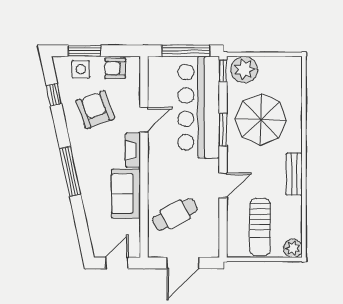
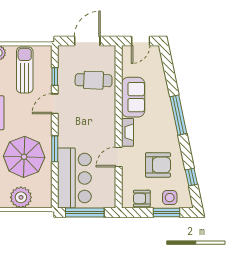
armchair: (115, 68) -> (142, 198), turned 180
plant: (244, 70) -> (21, 197), moved
window: (223, 71) -> (55, 76), moved
bar counter: (199, 107) -> (74, 178), width x0.73
armchair: (95, 110) -> (158, 165), turned -70
cafe table: (175, 214) -> (94, 80), turned 30

